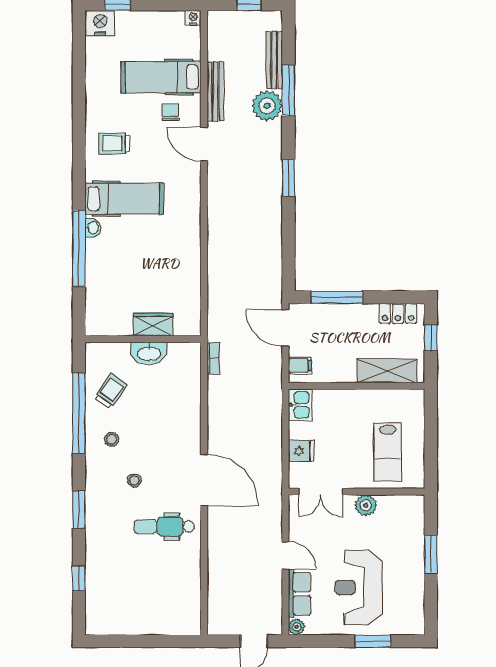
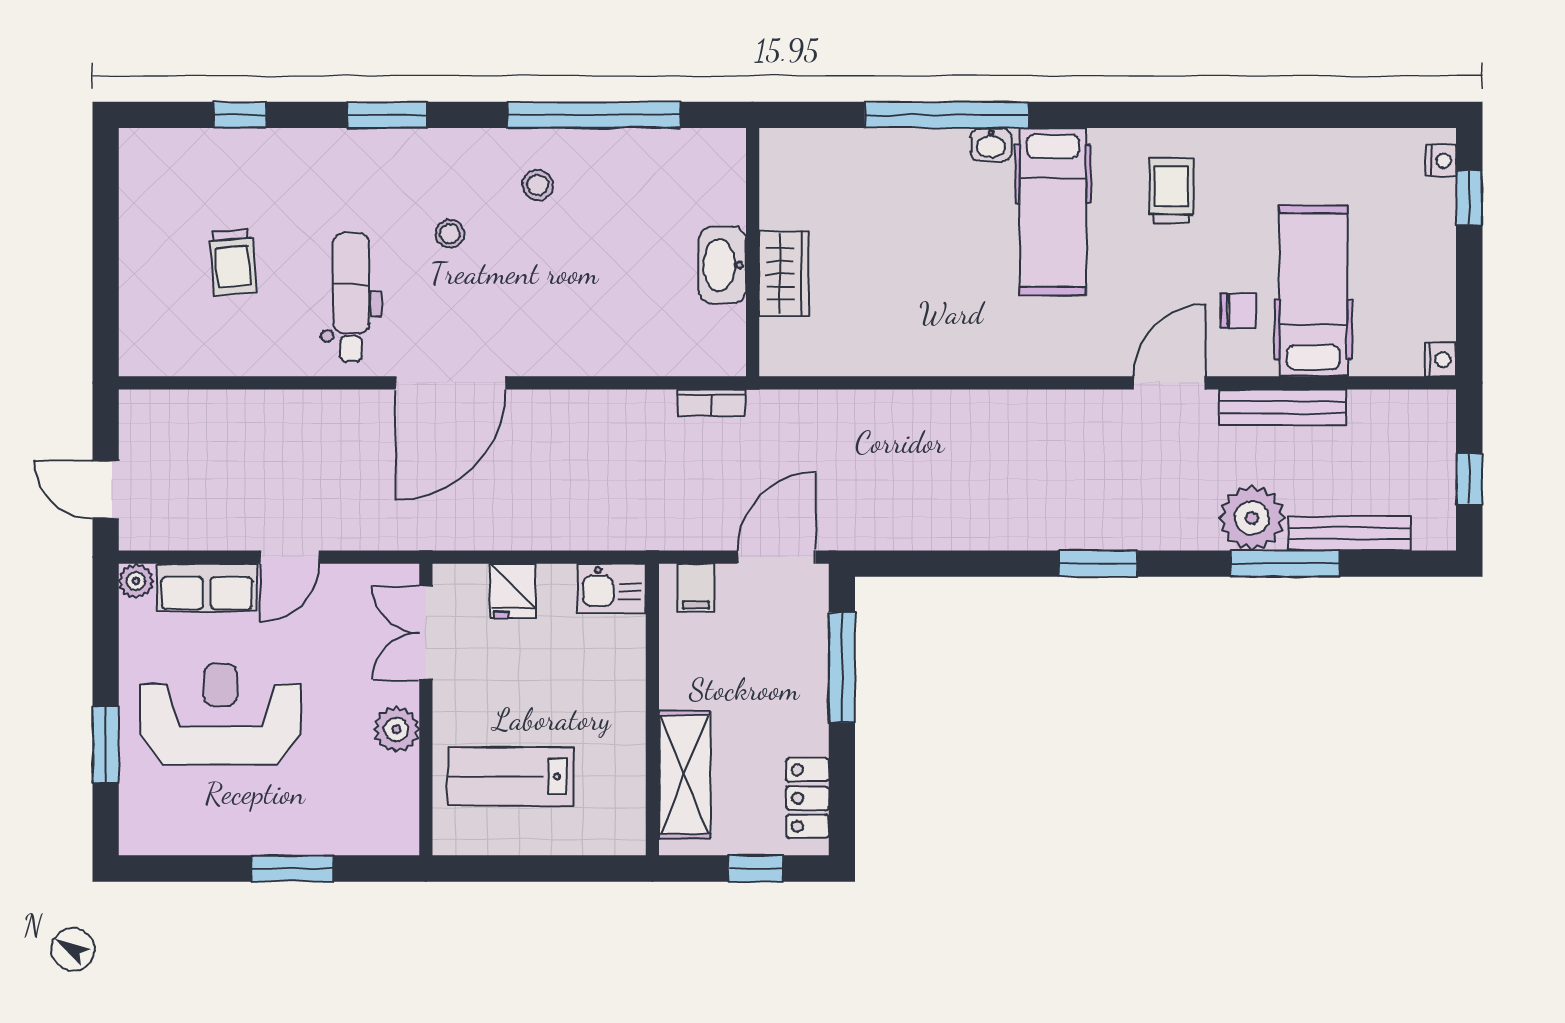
nightstand: (100, 23) -> (1441, 161), width x0.53, depth x0.56
trolley: (111, 391) -> (233, 262), moved, turned 50

